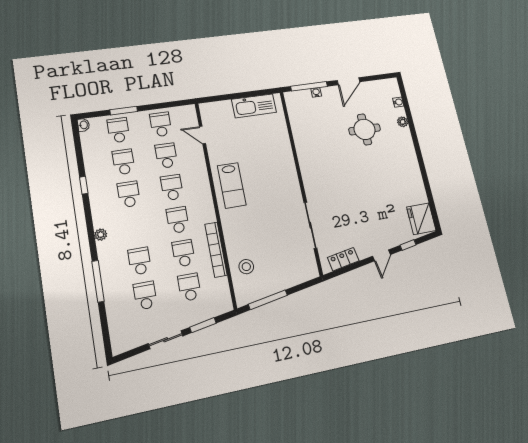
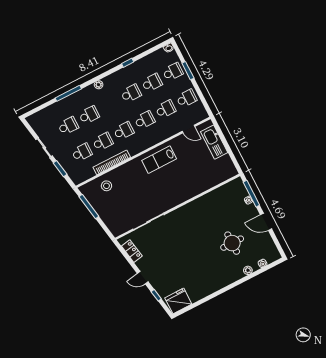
kitchen sink: (254, 106) -> (214, 142), moved
door: (202, 135) -> (188, 129), swing flipped

